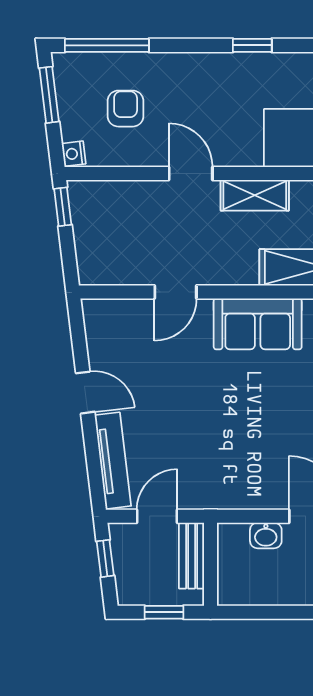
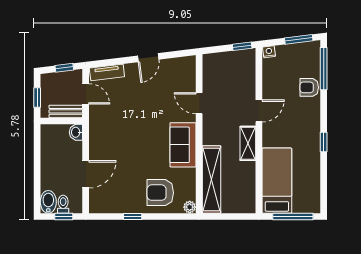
armchair: (126, 109) -> (309, 87), moved, turned 180
tv unit: (113, 461) -> (107, 72), width x0.71
washbasin: (266, 535) -> (76, 132), moved

